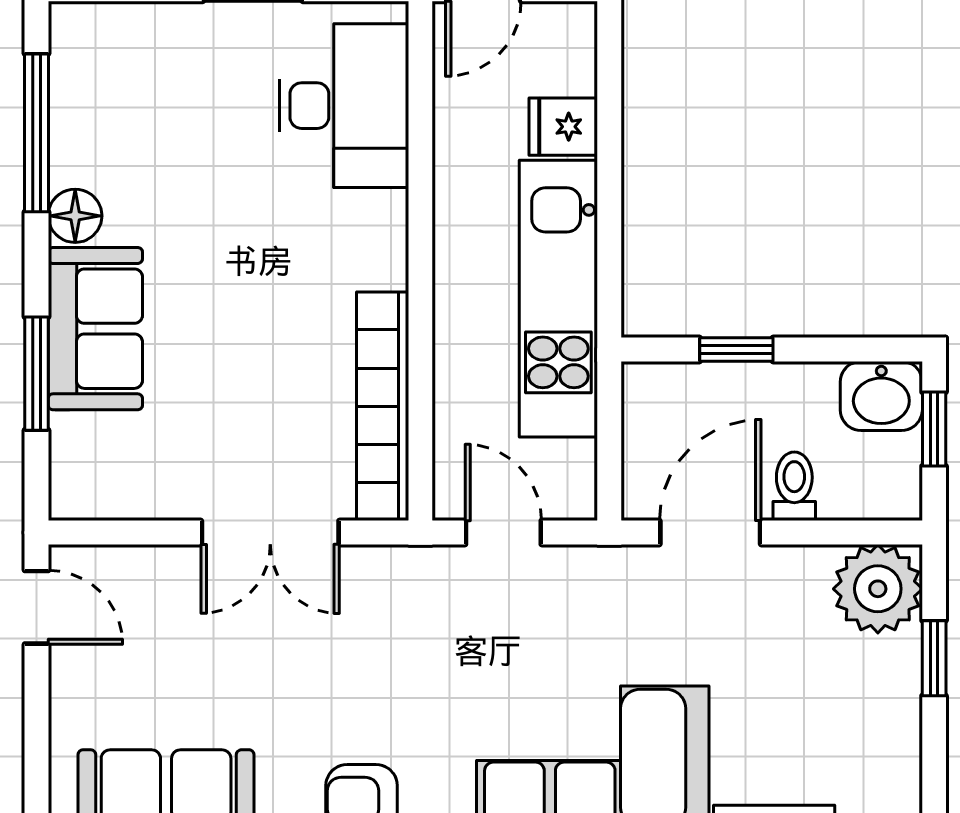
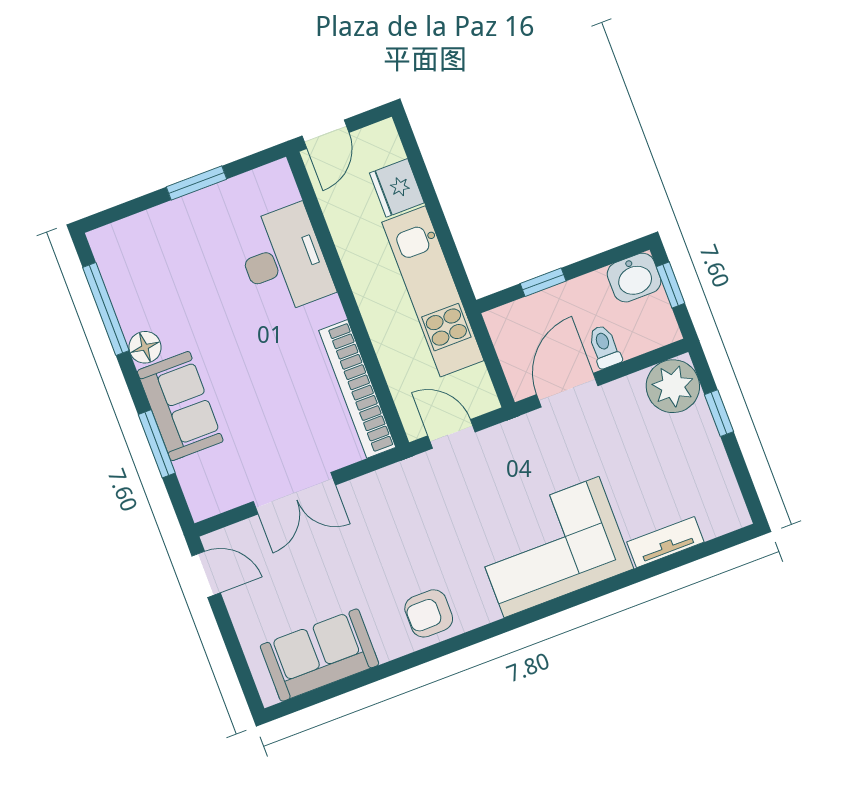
desk: (344, 106) -> (284, 260), moved
fridge: (563, 127) -> (397, 188), width x1.38
double door: (270, 533) -> (294, 493), moved

